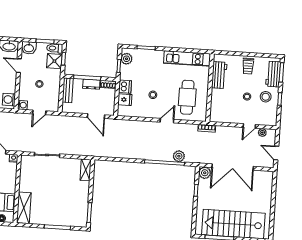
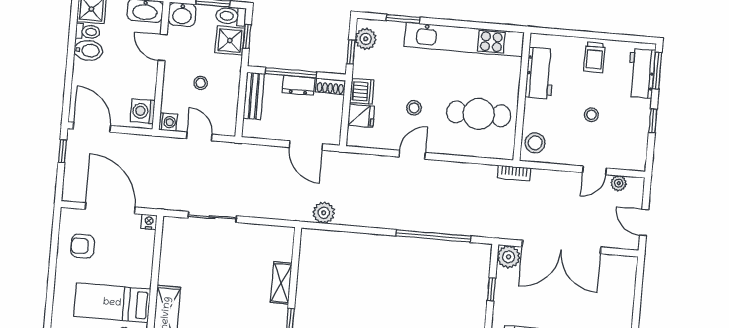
kitchen unit: (187, 58) -> (464, 39), width x1.36
cafe table: (187, 97) -> (479, 114), turned 90
stool: (266, 97) -> (535, 143), moved
door: (39, 112) -> (199, 136), swing flipped
door: (167, 121) -> (412, 155), moved
plant: (179, 156) -> (324, 213), moved
shelving: (86, 170) -> (281, 283), moved

